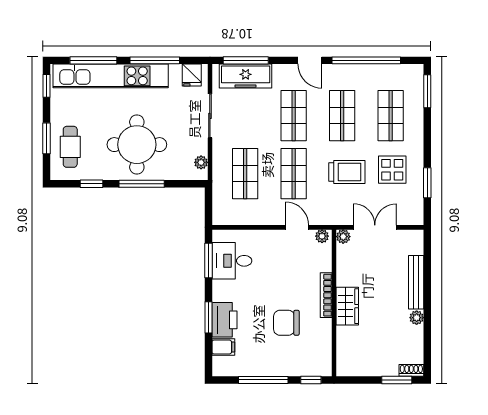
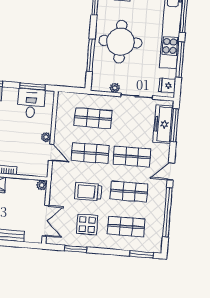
plant: (201, 162) -> (115, 88), moved
trolley: (347, 172) -> (88, 192), turned 90
window: (142, 184) -> (91, 55), moved
door: (297, 227) -> (51, 152), hinge flipped
double door: (375, 227) -> (46, 221), moved
plant: (322, 236) -> (46, 137), moved

